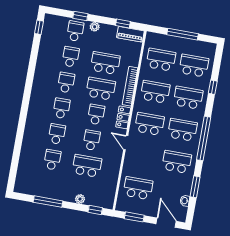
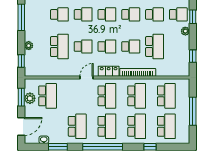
piano: (130, 34) -> (184, 64), removed
school desk: (101, 89) -> (131, 47), width x0.54
plant: (137, 208) -> (30, 98), added

